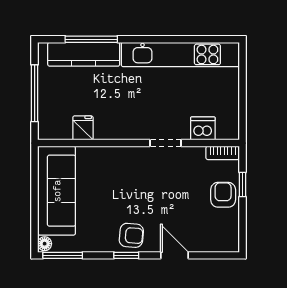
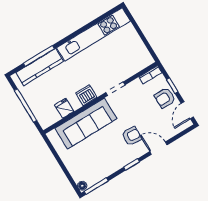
dishwasher: (203, 128) -> (86, 95), moved
sofa: (57, 191) -> (86, 123), moved, turned 90
armchair: (223, 195) -> (165, 98), turned -90
door: (242, 229) -> (187, 110), added
armchair: (131, 235) -> (132, 136), moved

